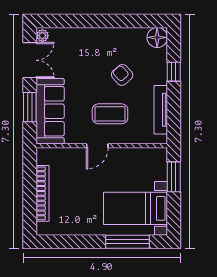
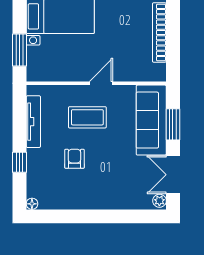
floor lamp: (157, 37) -> (32, 204), width x0.53, depth x0.53
armchair: (122, 75) -> (74, 159), turned -138

